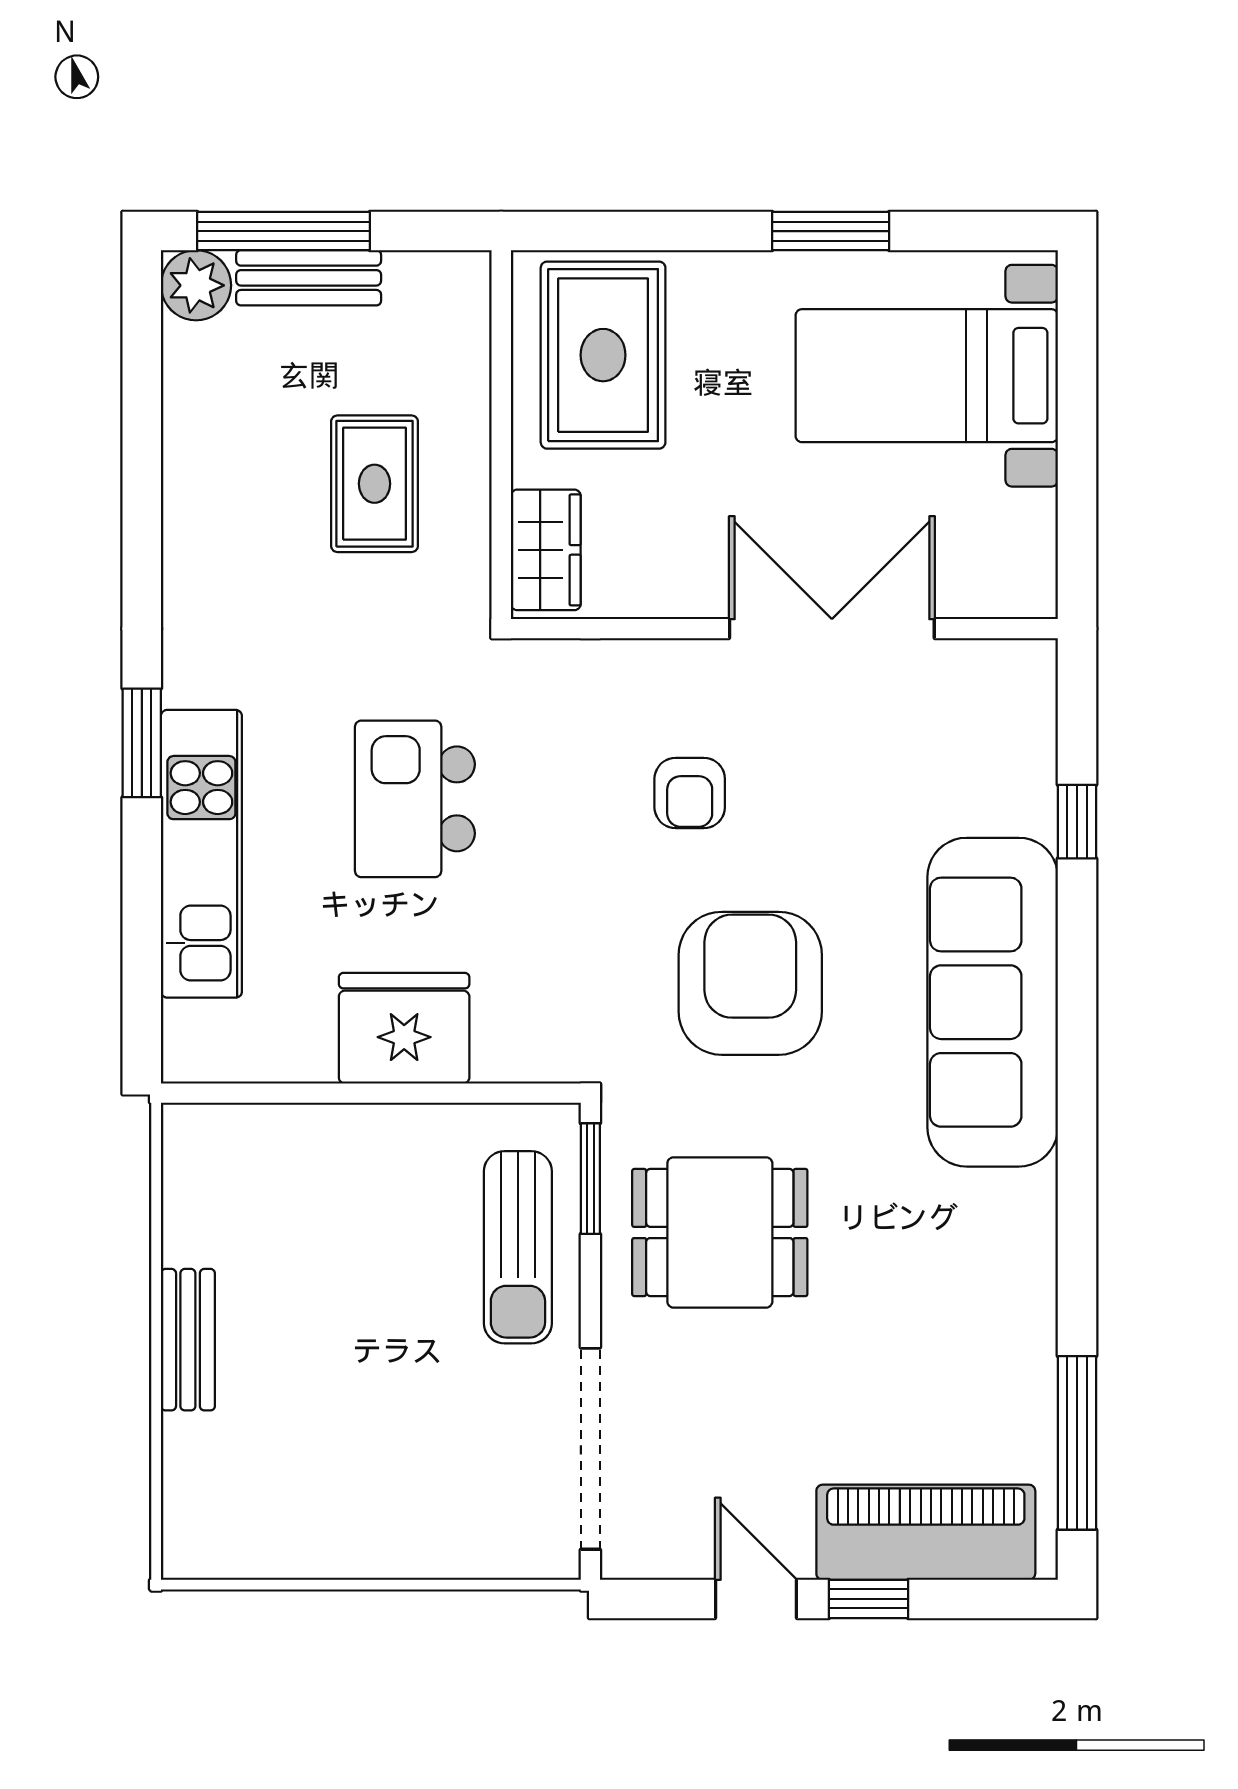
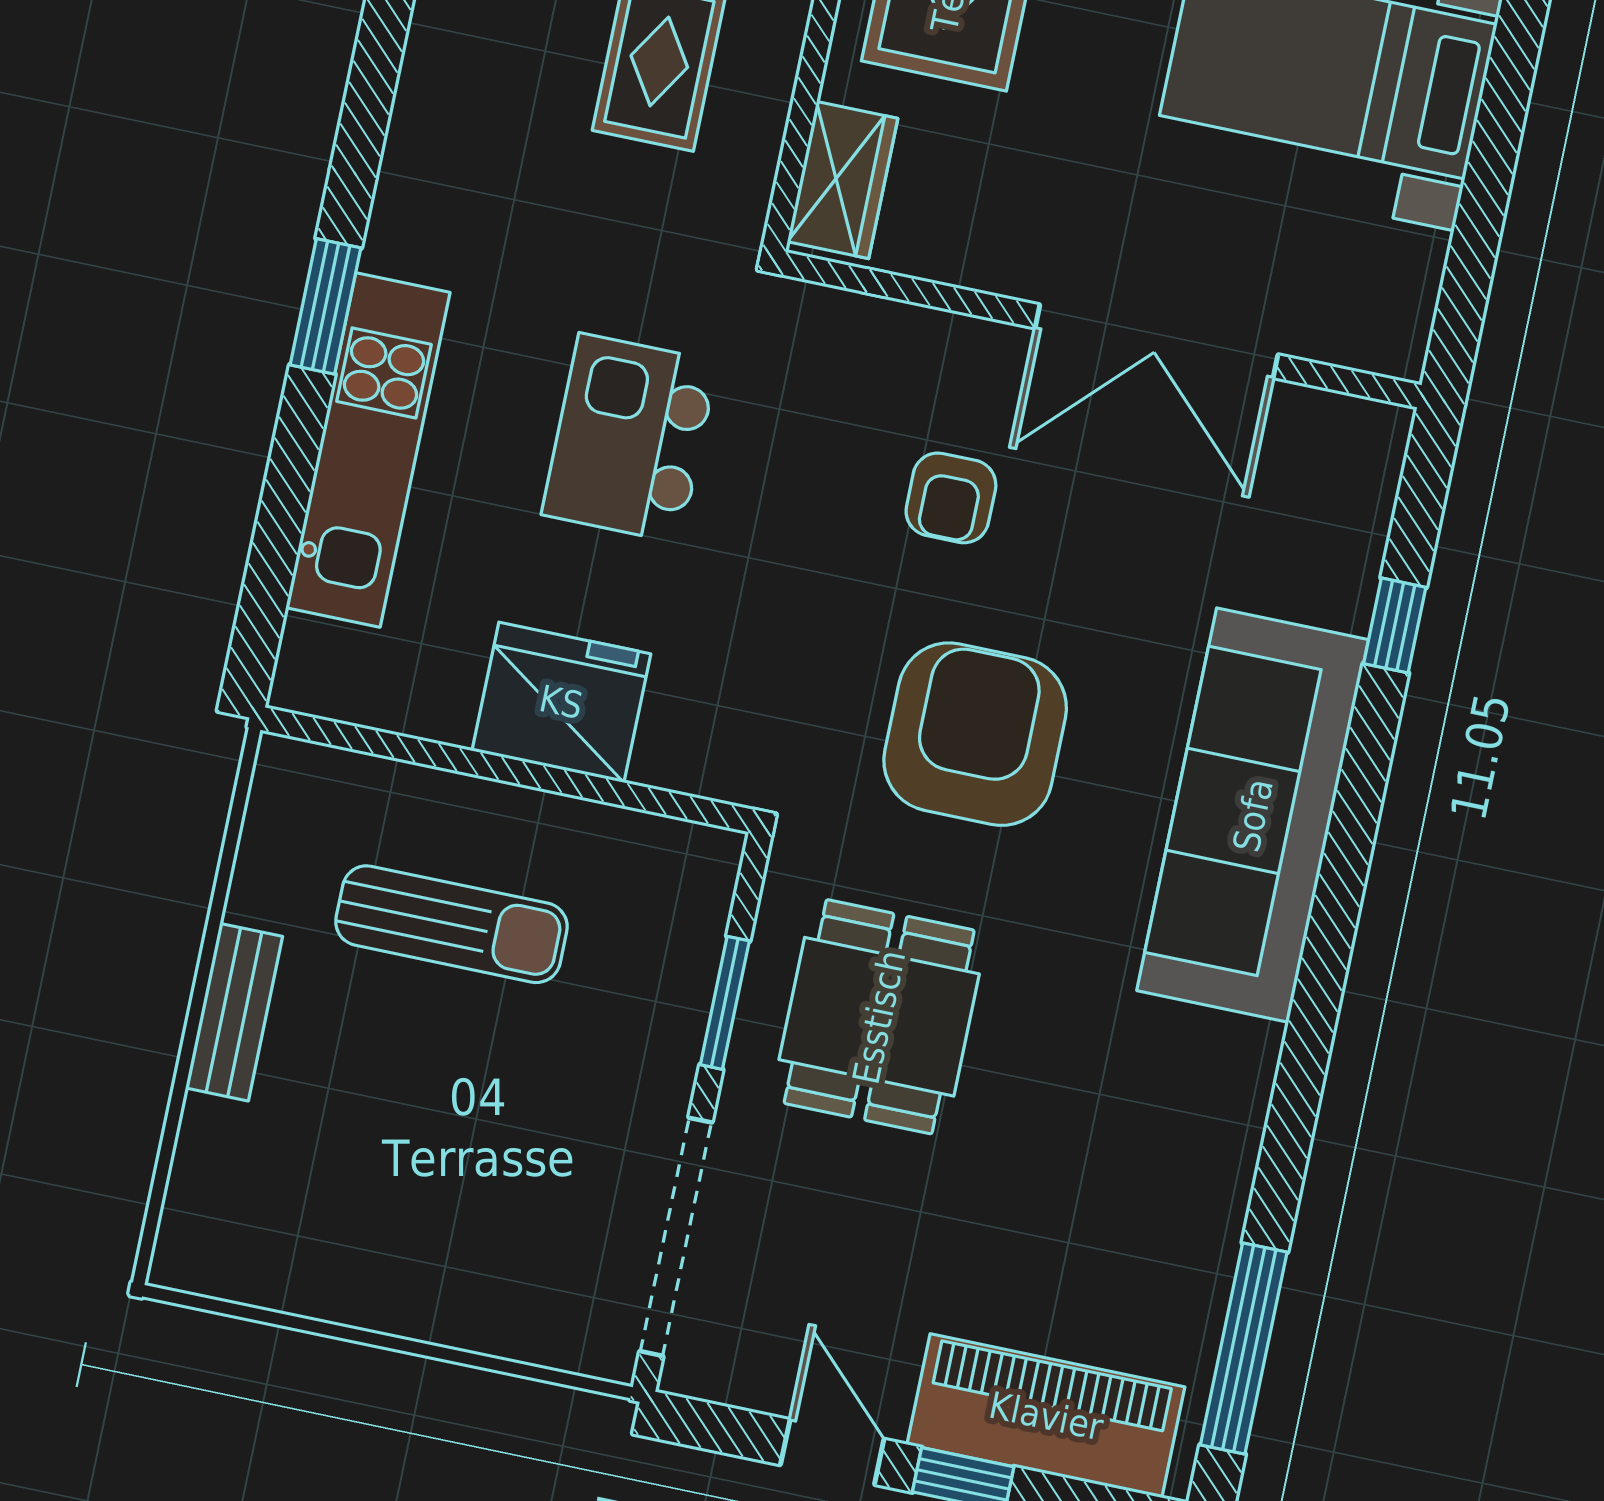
double door: (832, 629) -> (1156, 341), swing flipped
window: (590, 1179) -> (725, 1003), moved
dining table: (720, 1232) -> (879, 1017), turned 90
sun lounger: (518, 1247) -> (451, 924), moved, turned -90

